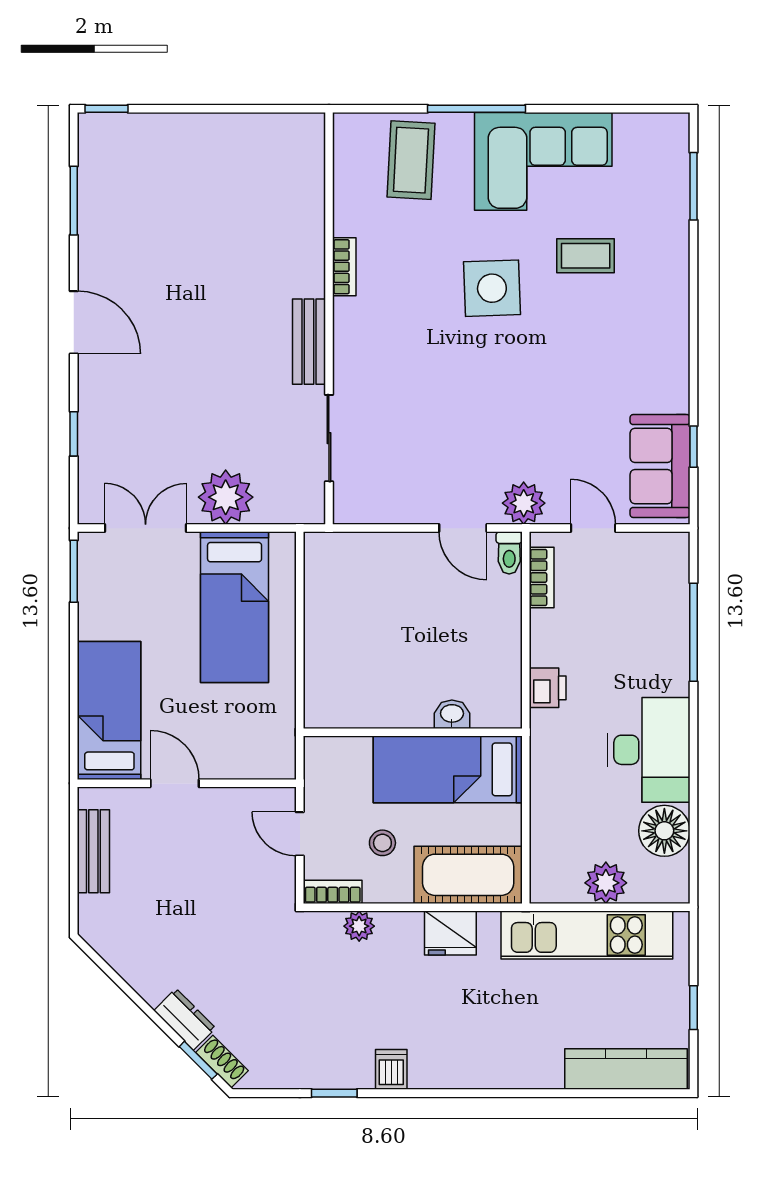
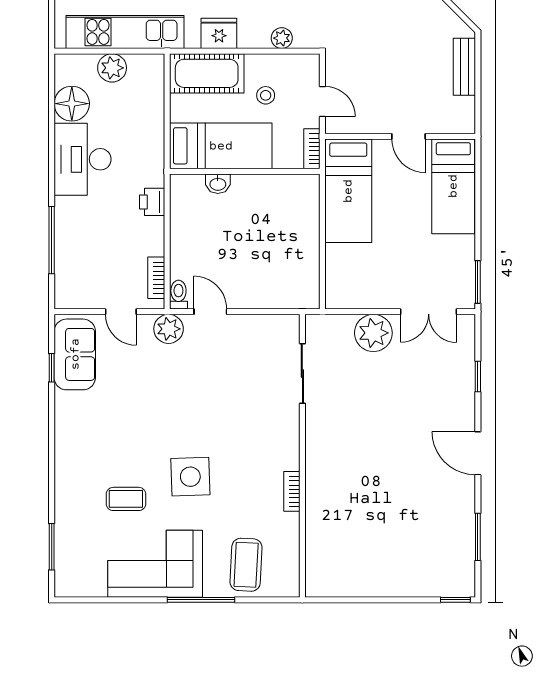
bench: (309, 342) -> (316, 440), removed
bed: (235, 607) -> (348, 191), moved, turned 180
bench: (93, 851) -> (464, 67), moved
bookcase: (333, 892) -> (312, 149), moved, turned 90

